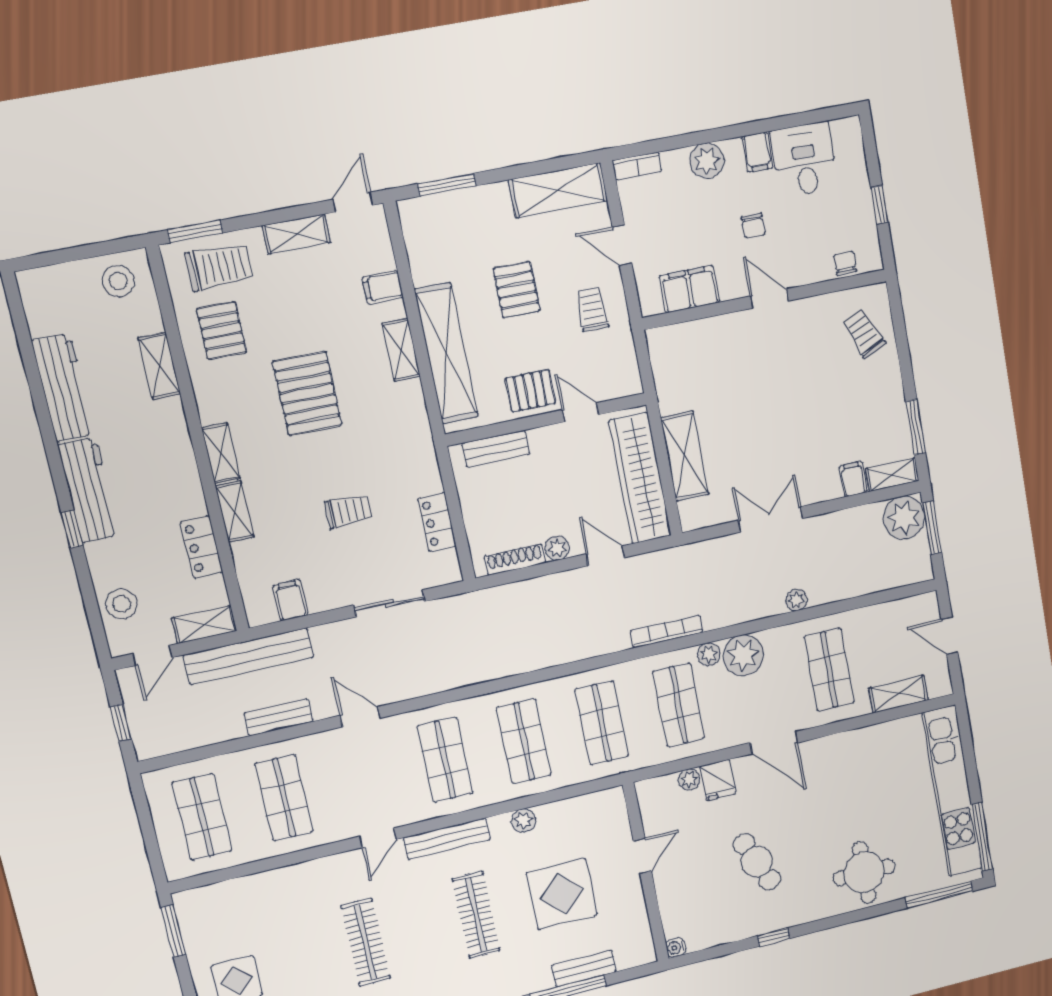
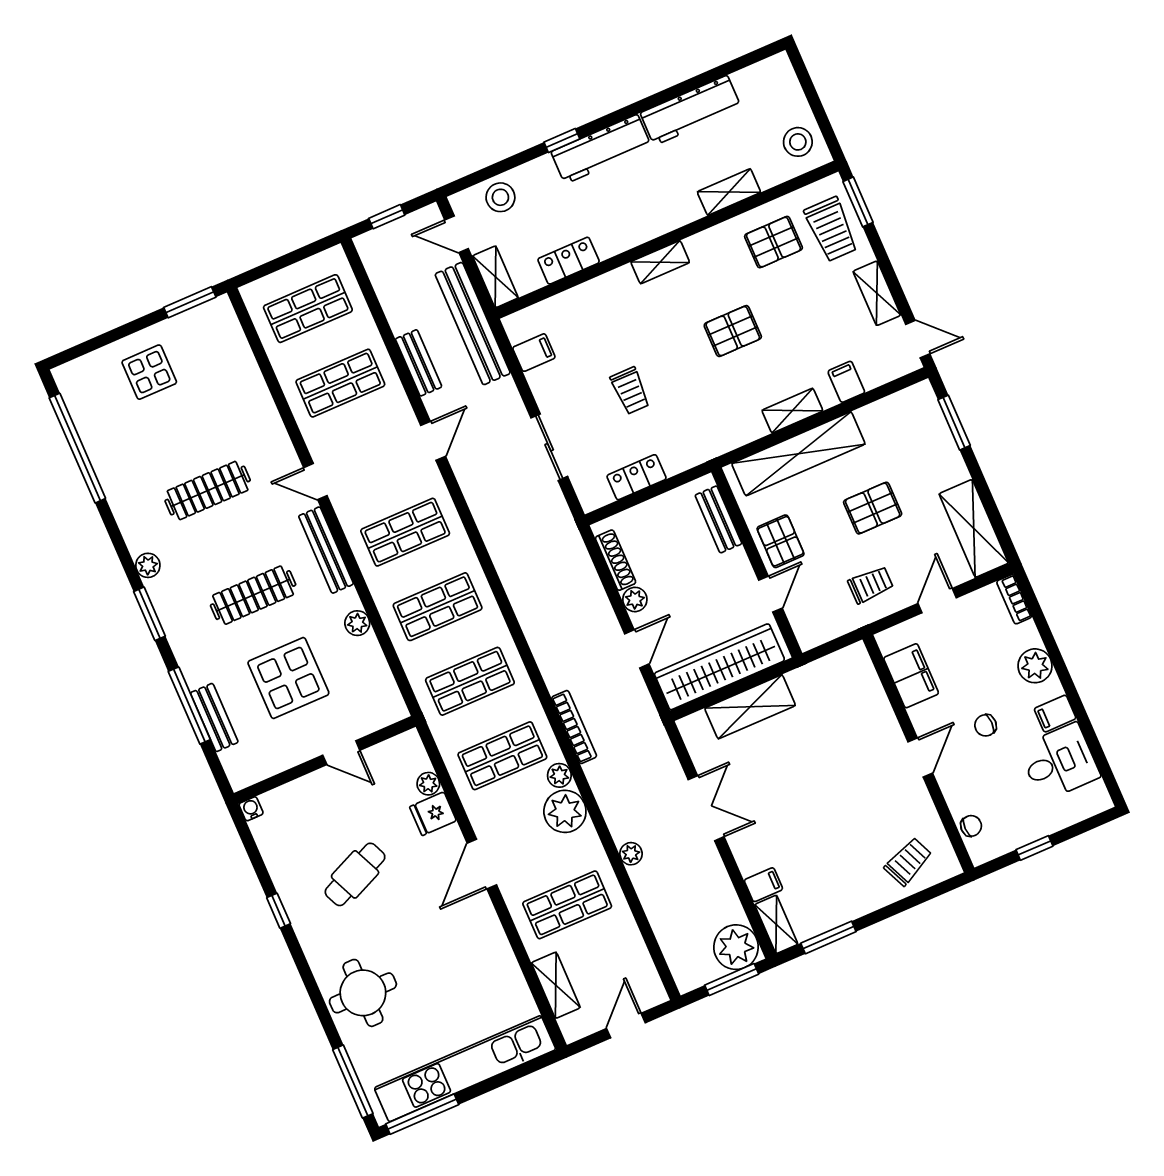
pallet: (307, 393) -> (733, 331), width x0.67, depth x0.71
shelving: (235, 512) -> (608, 285), removed

